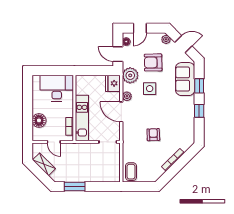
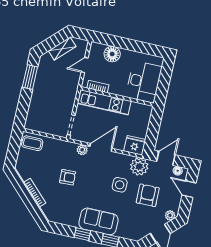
sofa: (185, 79) -> (99, 221), moved
plant: (127, 96) -> (82, 150), moved

